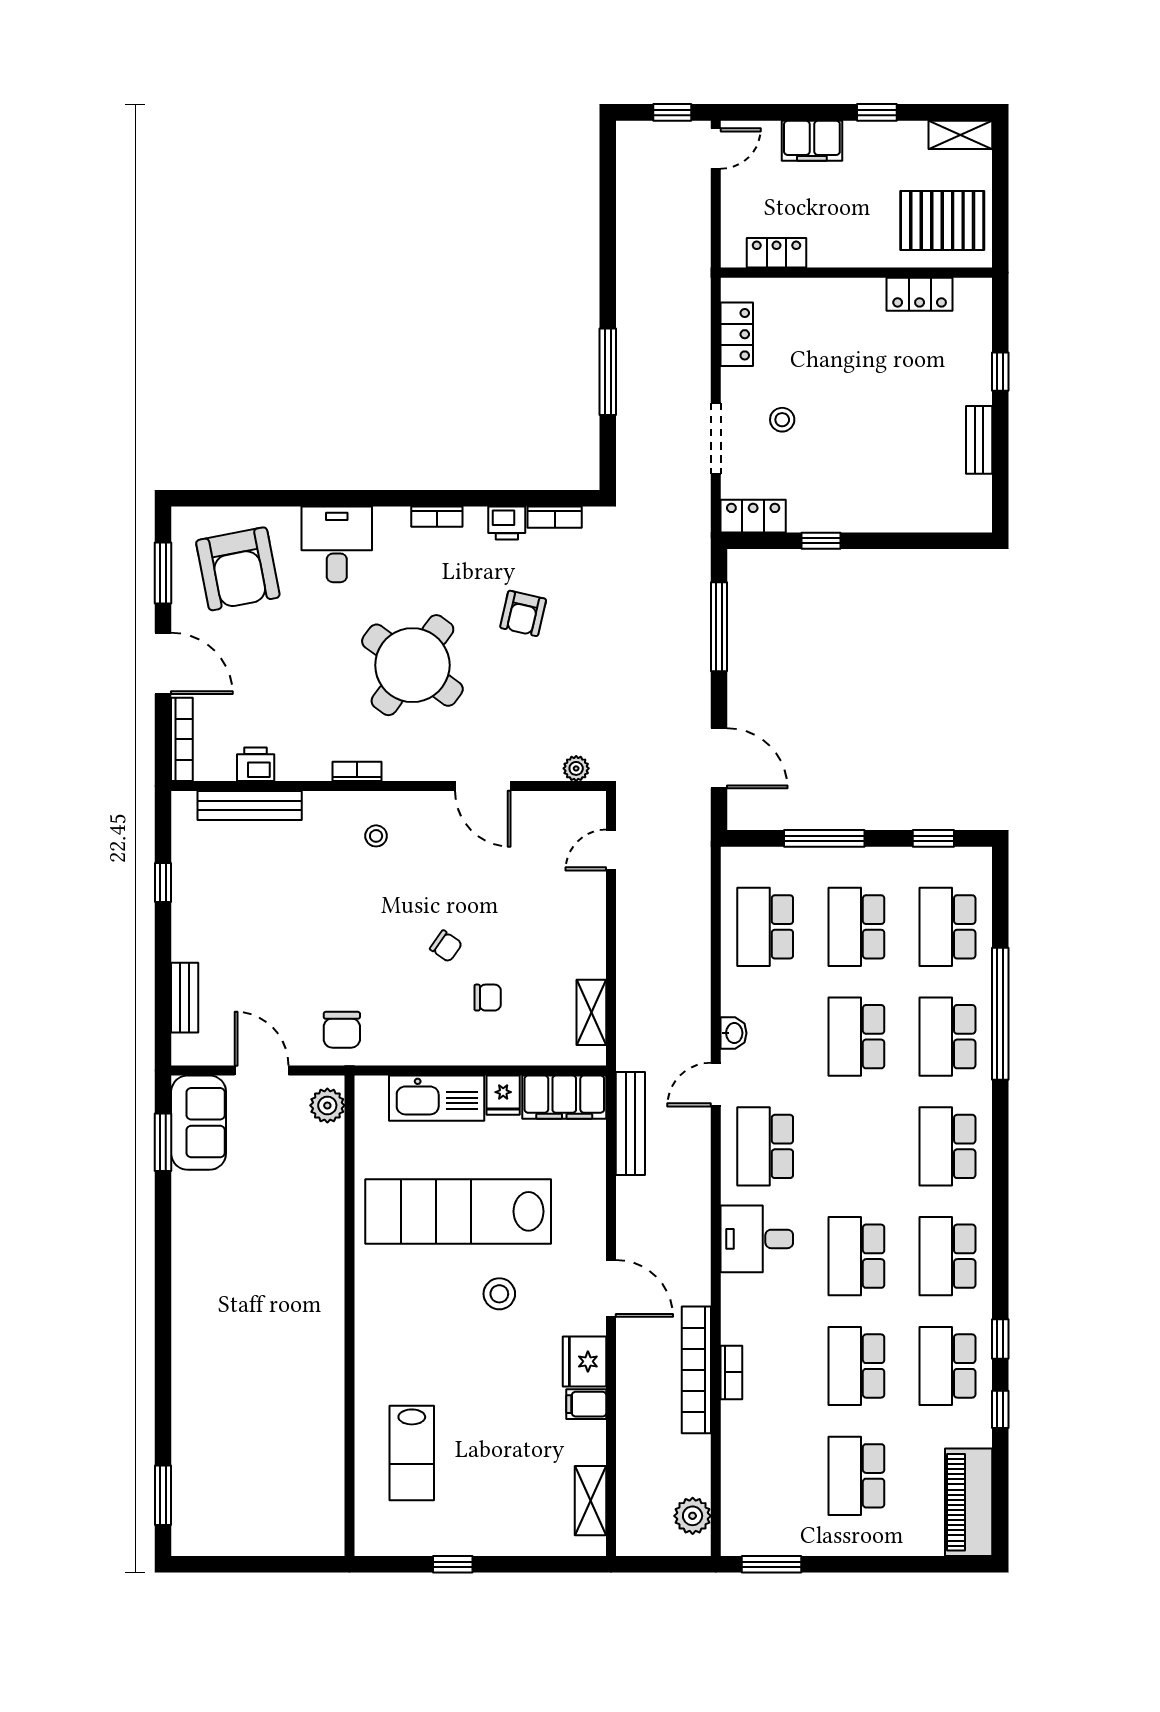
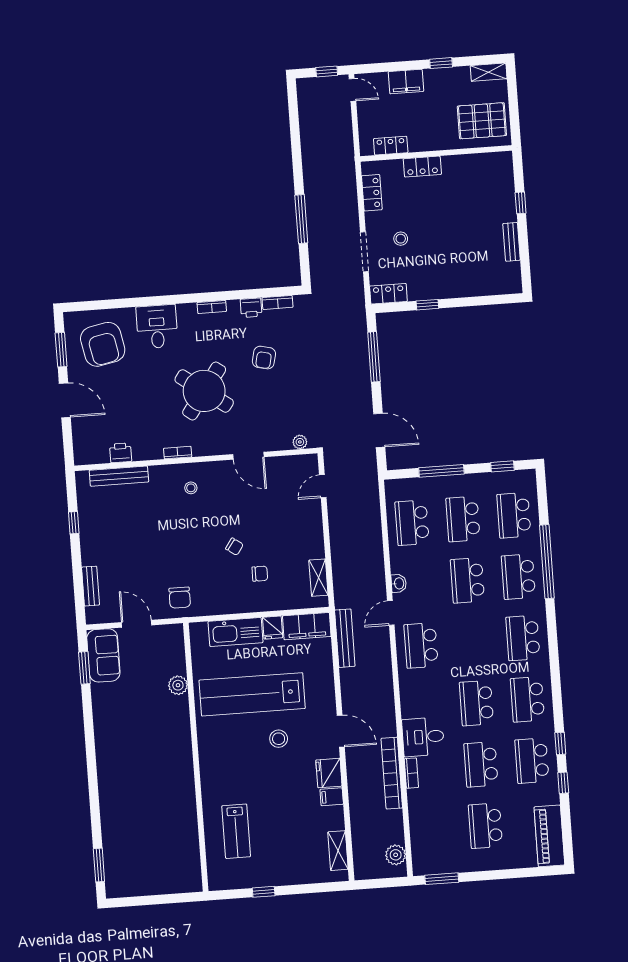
door: (716, 148) -> (352, 90), hinge flipped
locker: (920, 294) -> (422, 167), moved
bookcase: (182, 739) -> (78, 442), removed
plant: (327, 1105) -> (178, 685), moved
desk: (757, 1239) -> (423, 737), moved

